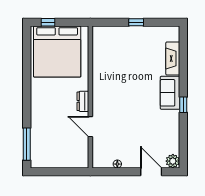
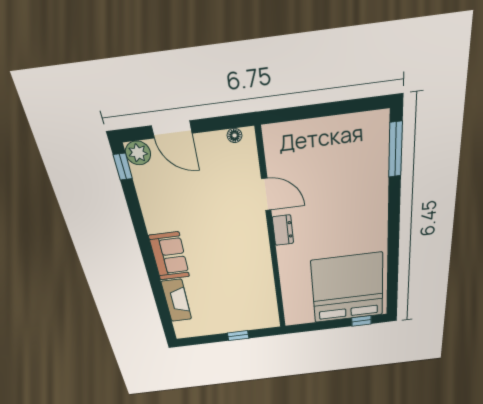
wall: (90, 97) -> (272, 238), moved
dresser: (83, 101) -> (283, 230), moved
window: (183, 105) -> (123, 167), moved
door: (90, 127) -> (266, 194), moved

